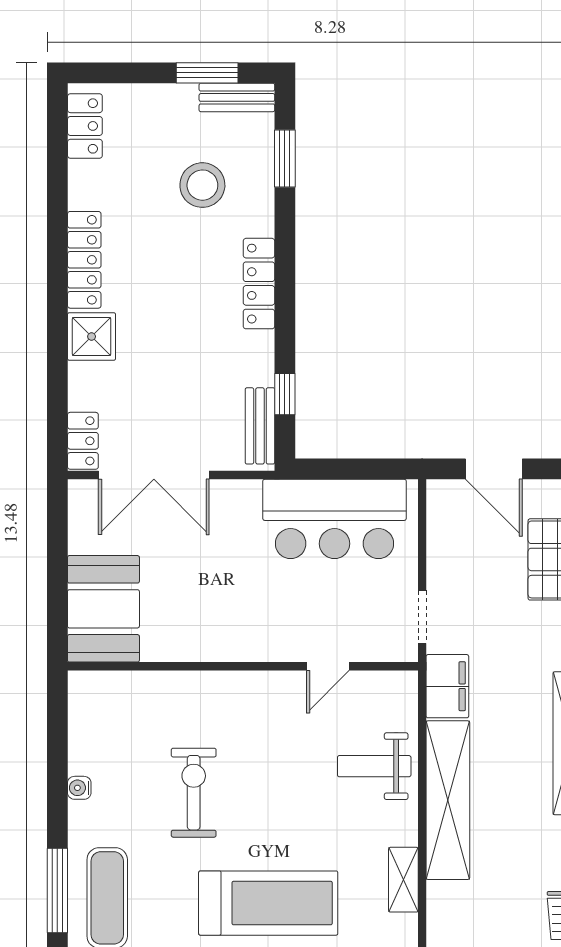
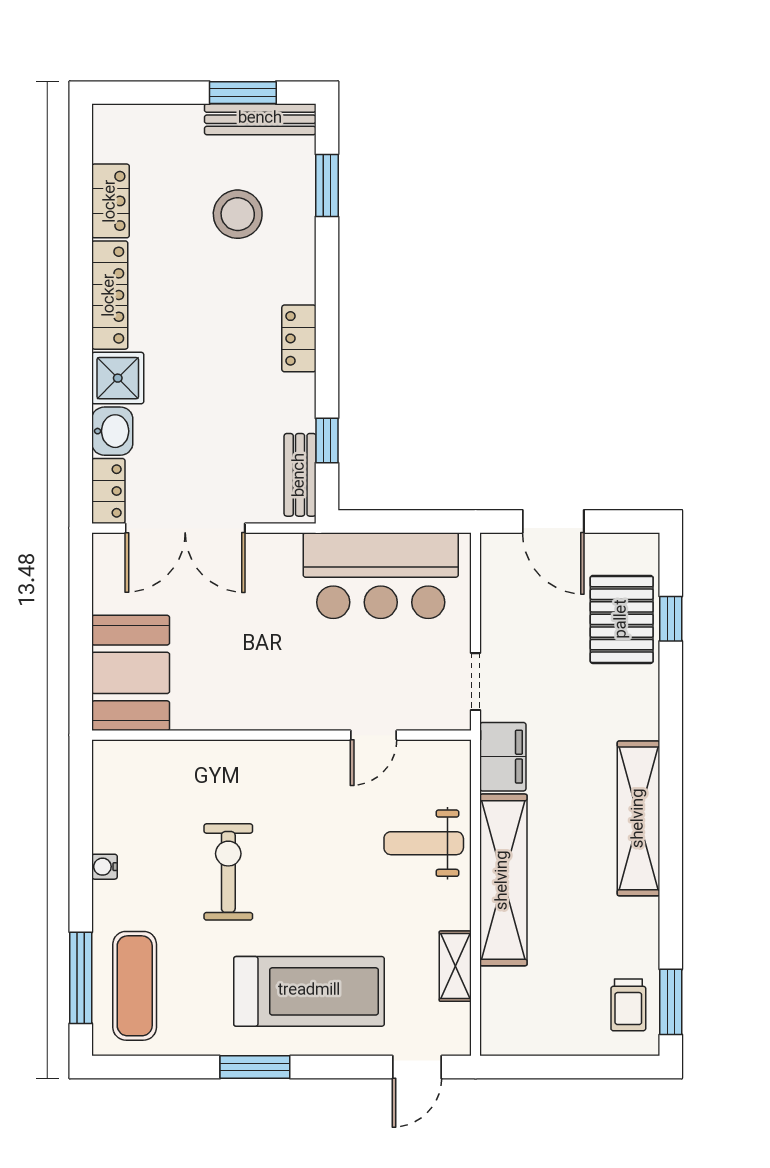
bench: (237, 97) -> (260, 119), width x1.36
locker: (85, 126) -> (111, 201), moved
locker: (259, 284) -> (299, 338), width x0.66
washbasin: (87, 385) -> (112, 431), added

